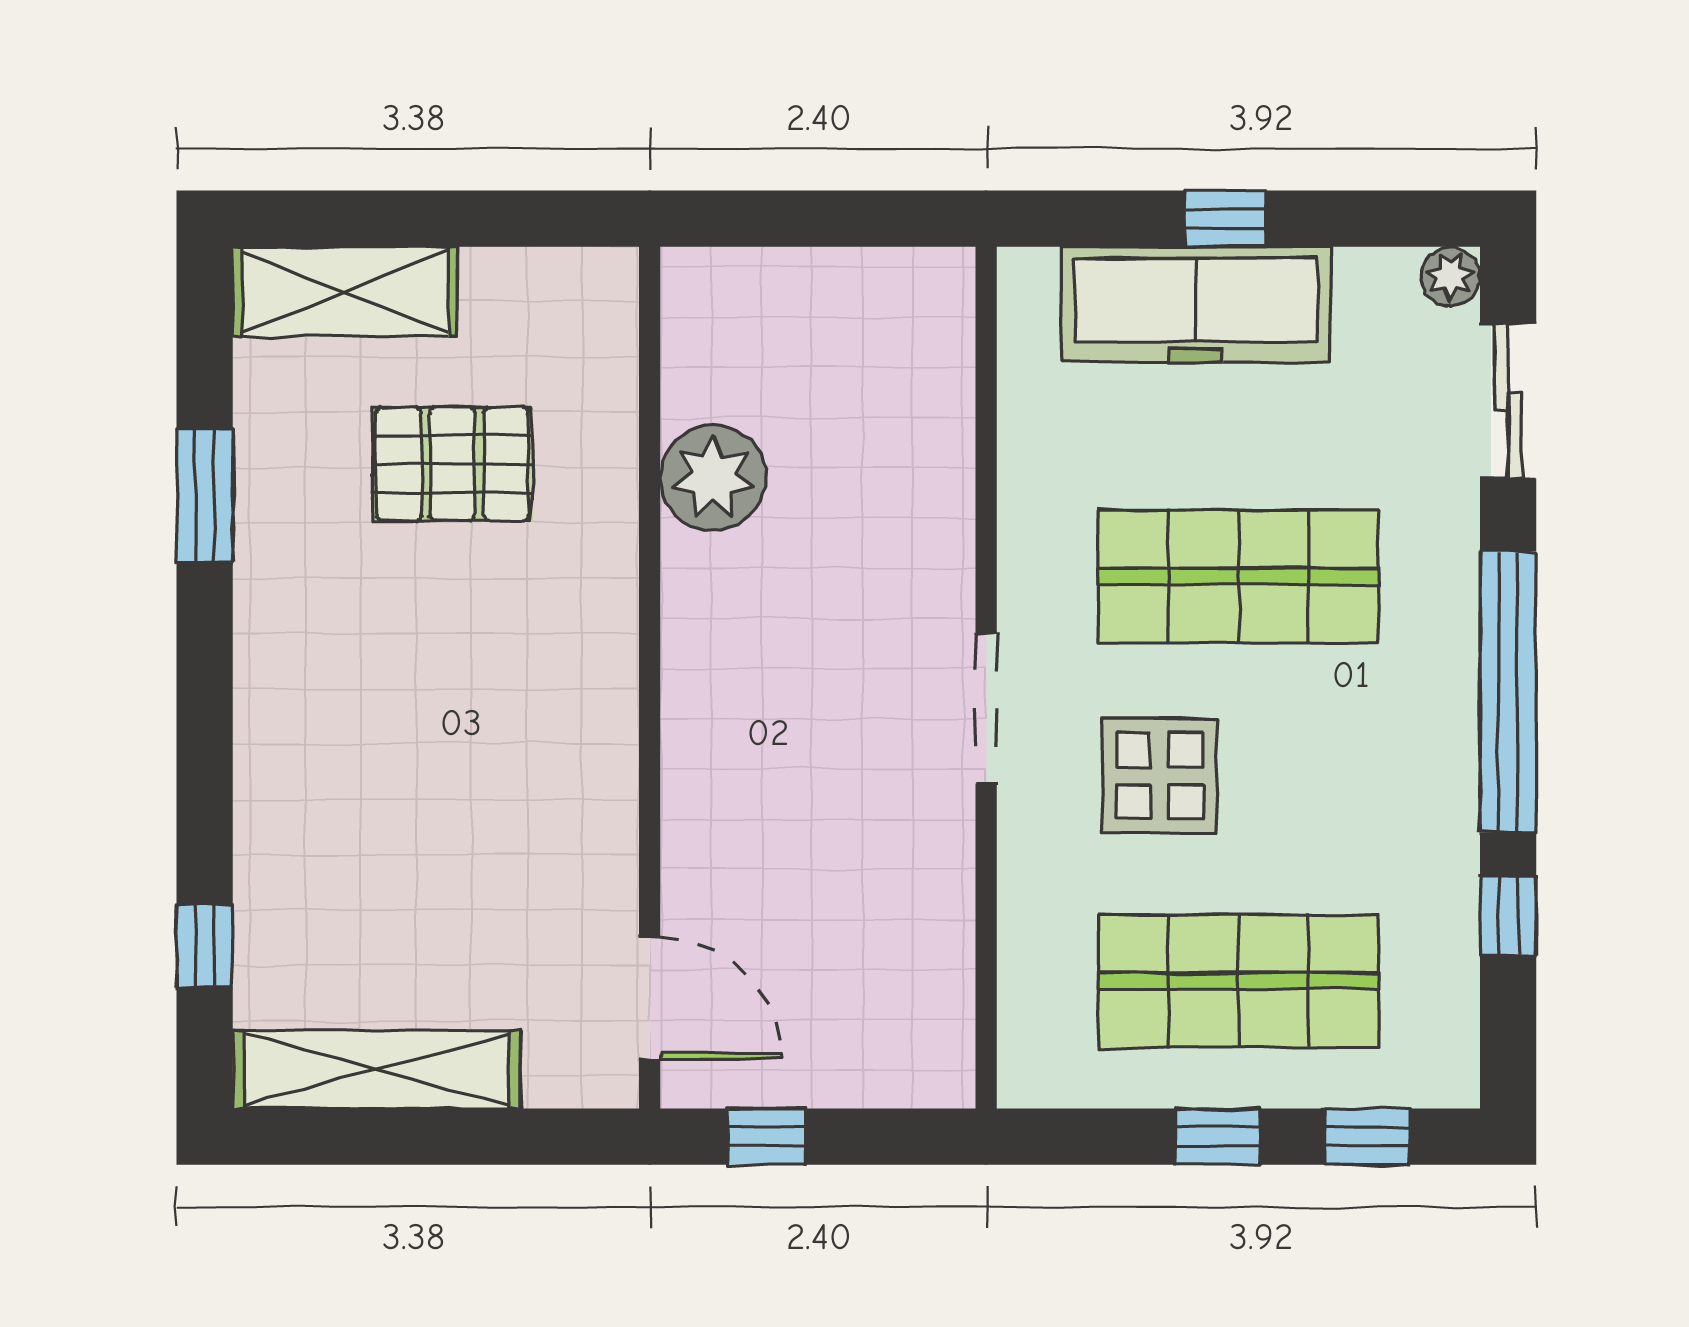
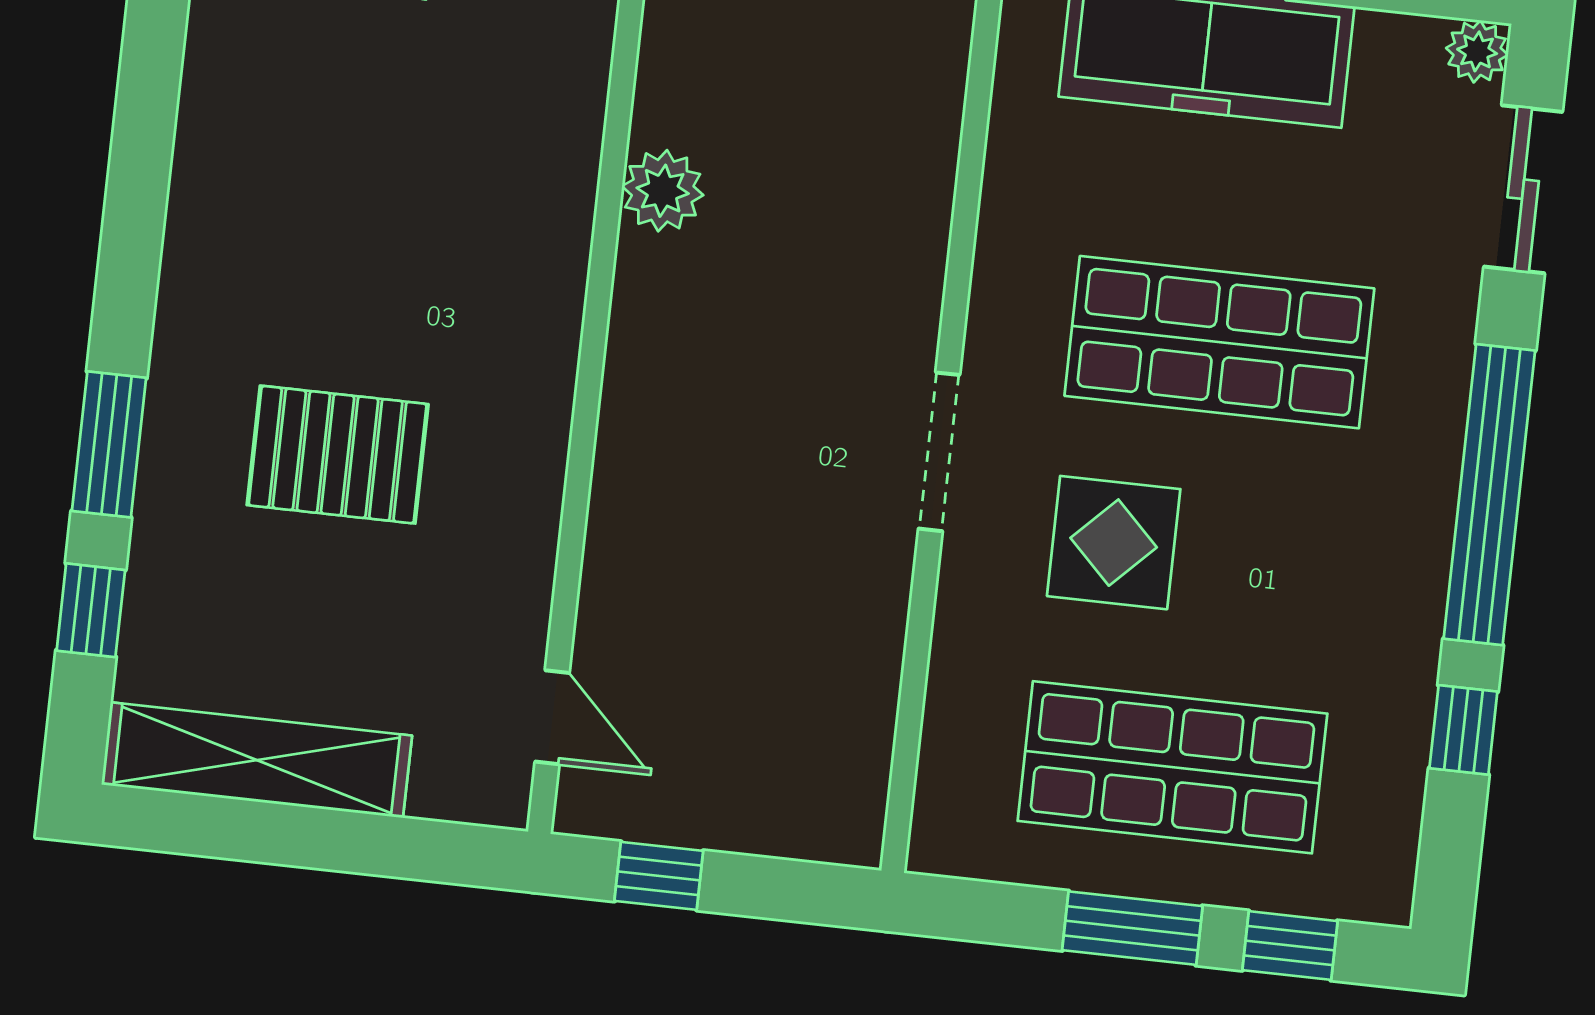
pallet: (452, 464) -> (338, 455), moved
plant: (713, 478) -> (663, 191), width x0.73, depth x0.73
window: (205, 496) -> (109, 444), moved
door: (650, 999) -> (552, 717), width x0.73
window: (1217, 1137) -> (1132, 928), width x1.50

